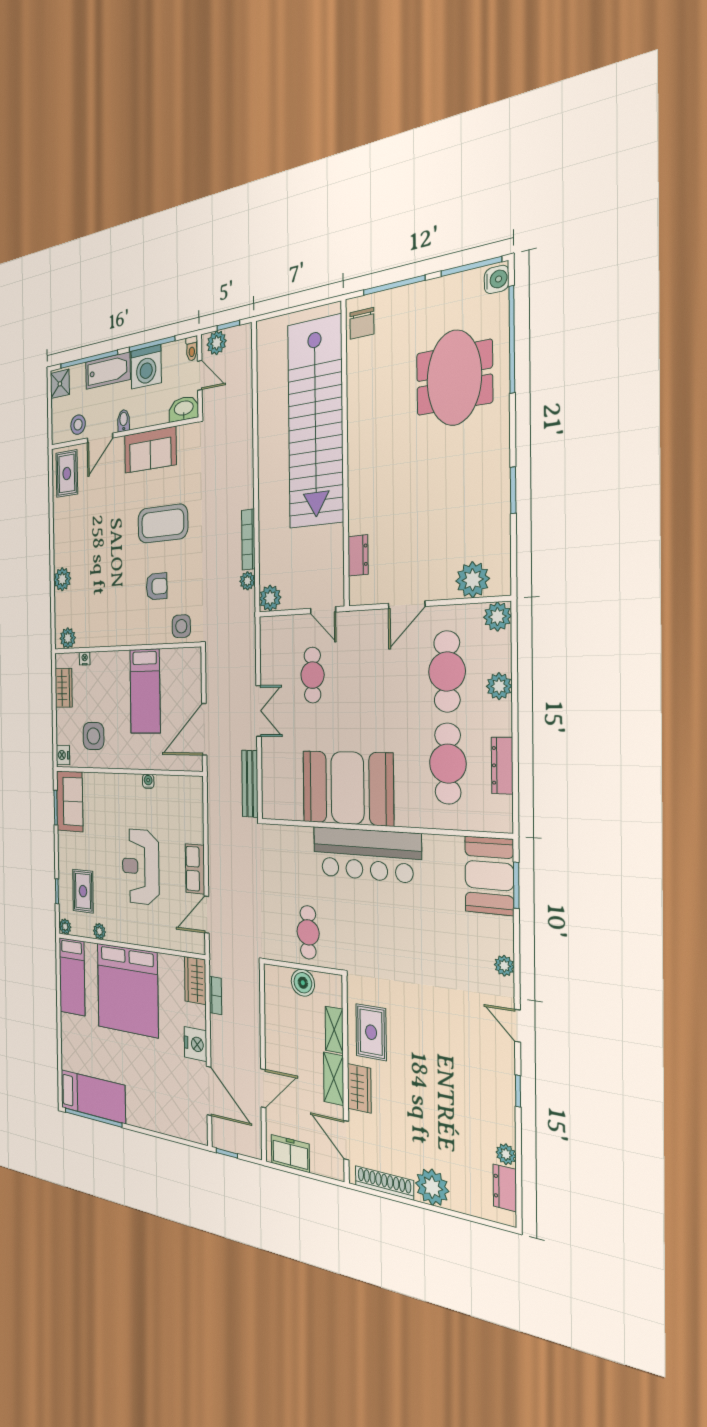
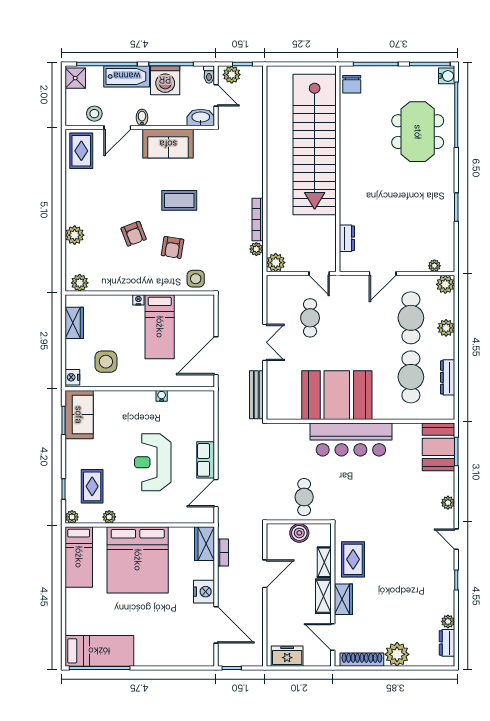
coffee table: (163, 524) -> (179, 200), width x0.73, depth x0.76
armchair: (117, 572) -> (134, 234), added
plant: (473, 580) -> (434, 266), width x0.53, depth x0.53
armchair: (157, 586) -> (173, 247), turned 99
nightstand: (85, 659) -> (138, 300), moved
door: (263, 1088) -> (265, 574), moved

